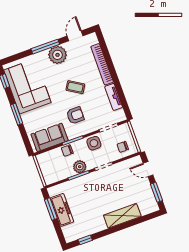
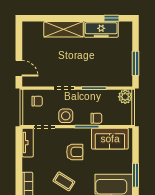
tv unit: (114, 97) -> (28, 143), moved
armchair: (75, 115) -> (75, 152), turned 180
plant: (80, 167) -> (125, 97), moved
window: (157, 192) -> (19, 41), removed
freezer: (62, 210) -> (101, 29), moved, turned -90

